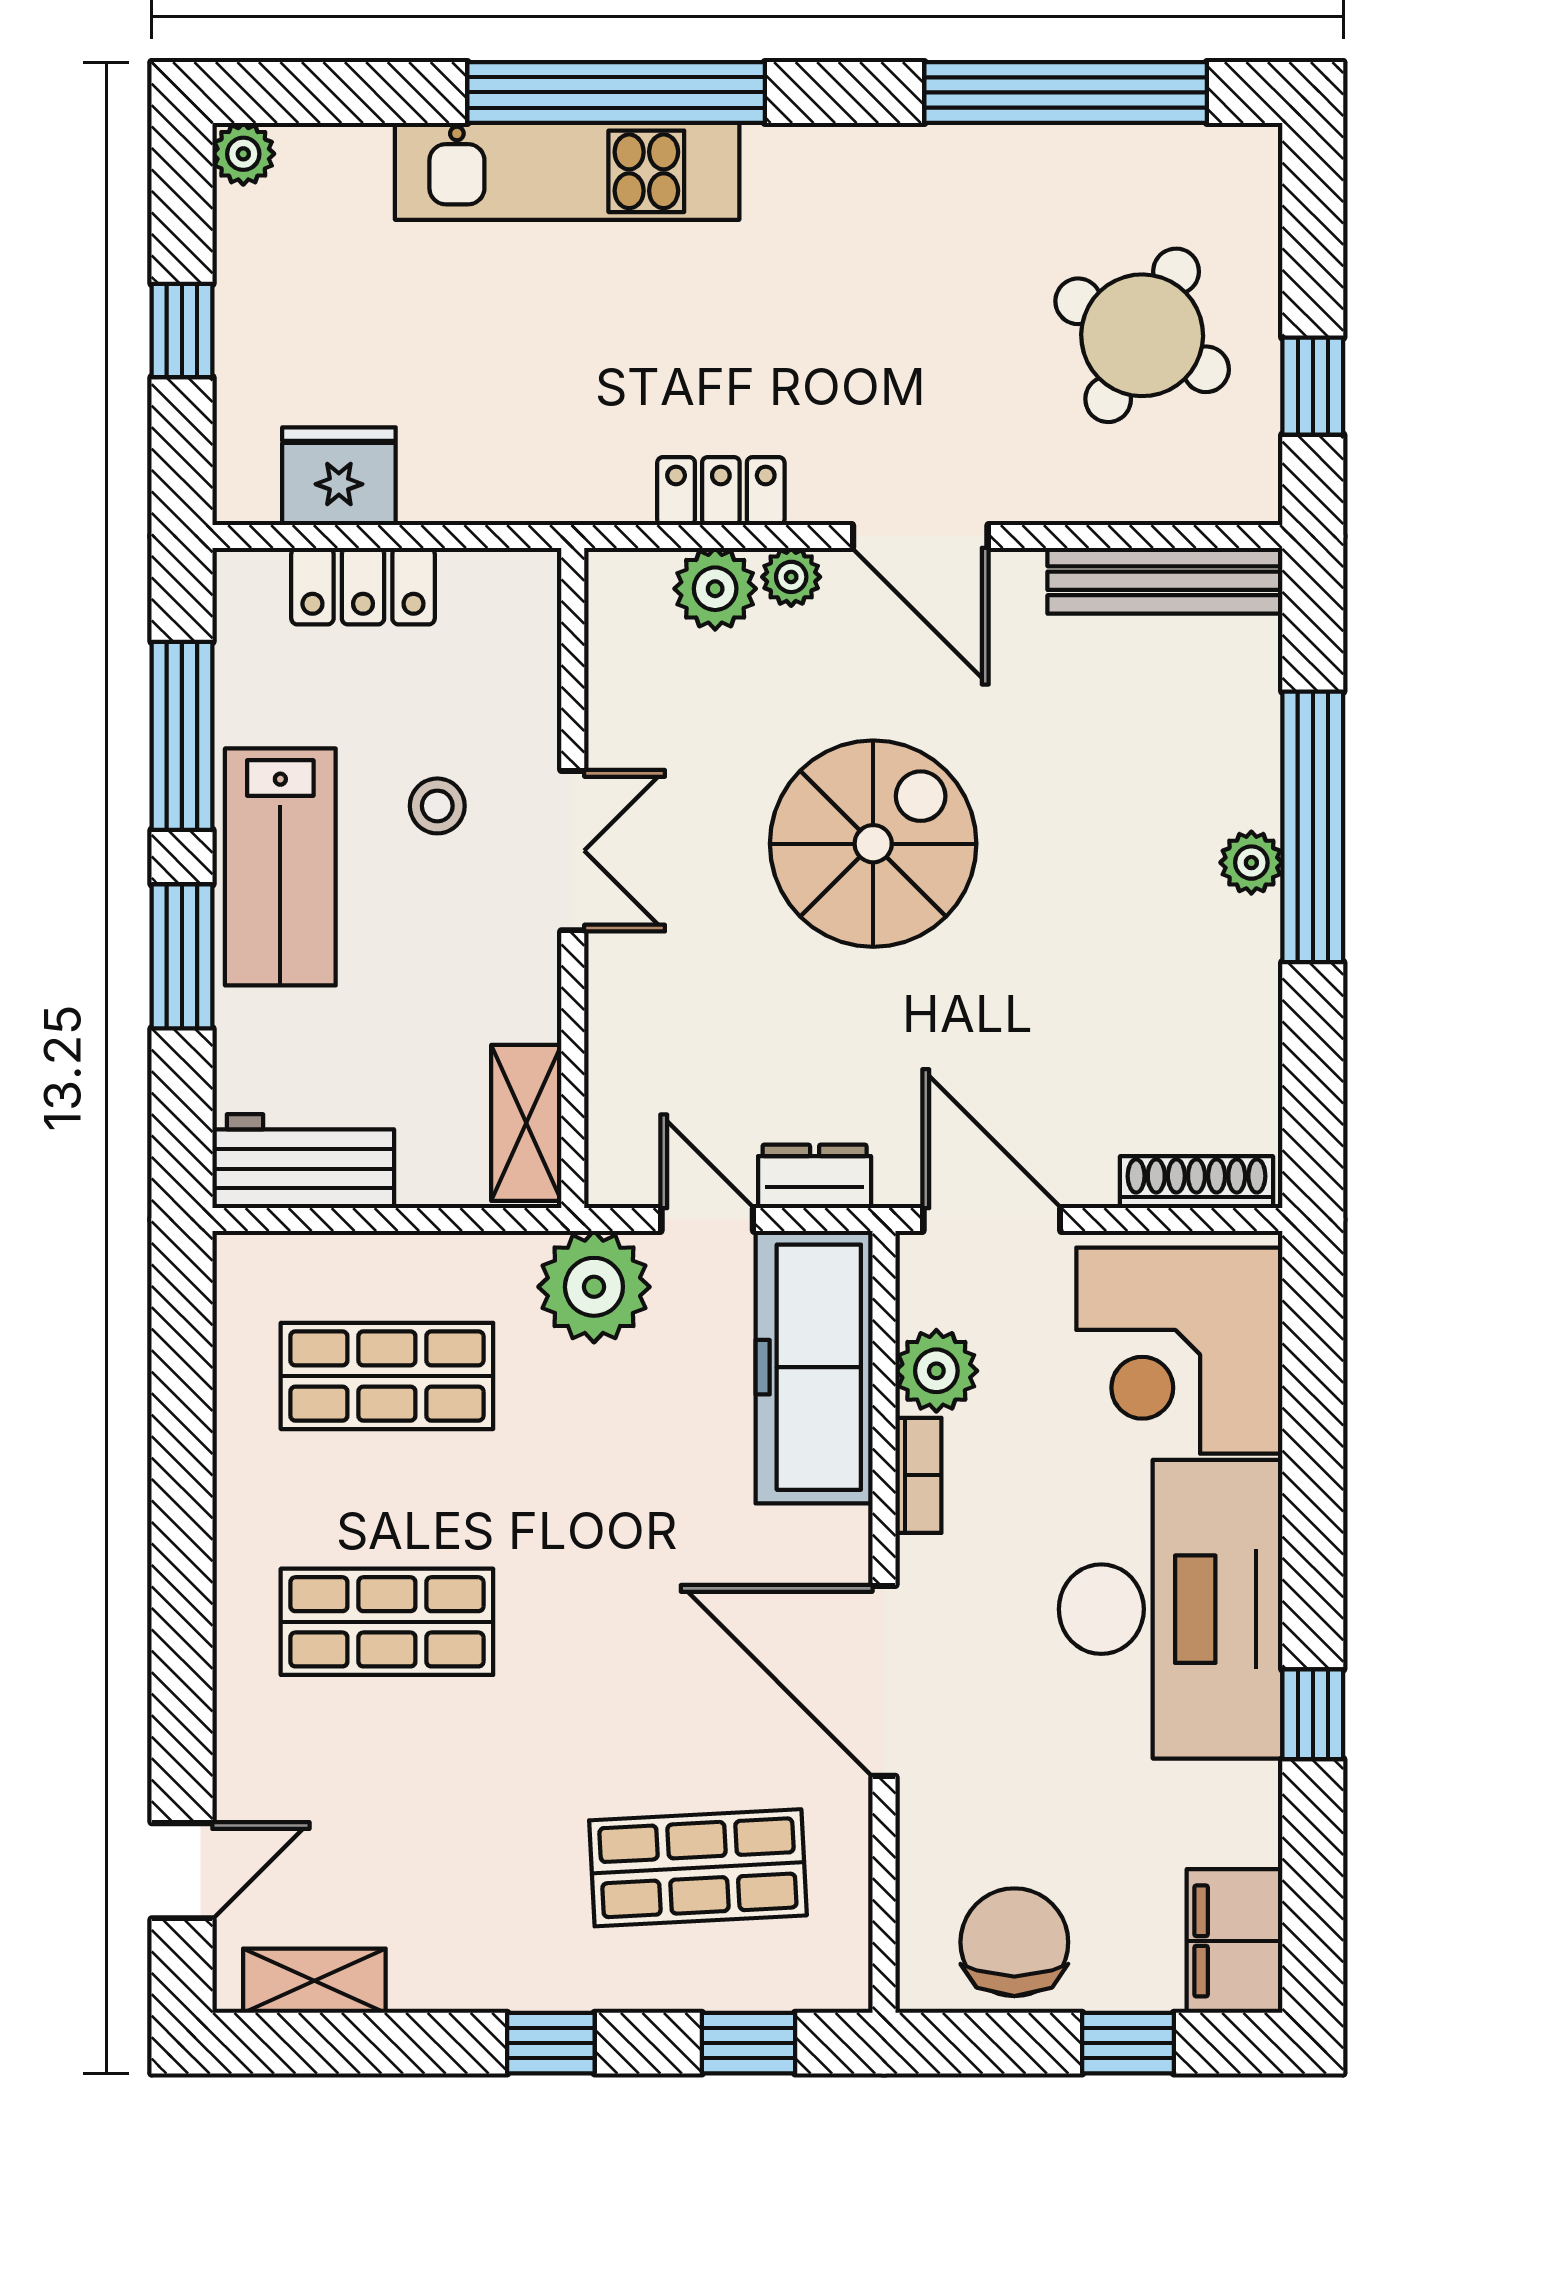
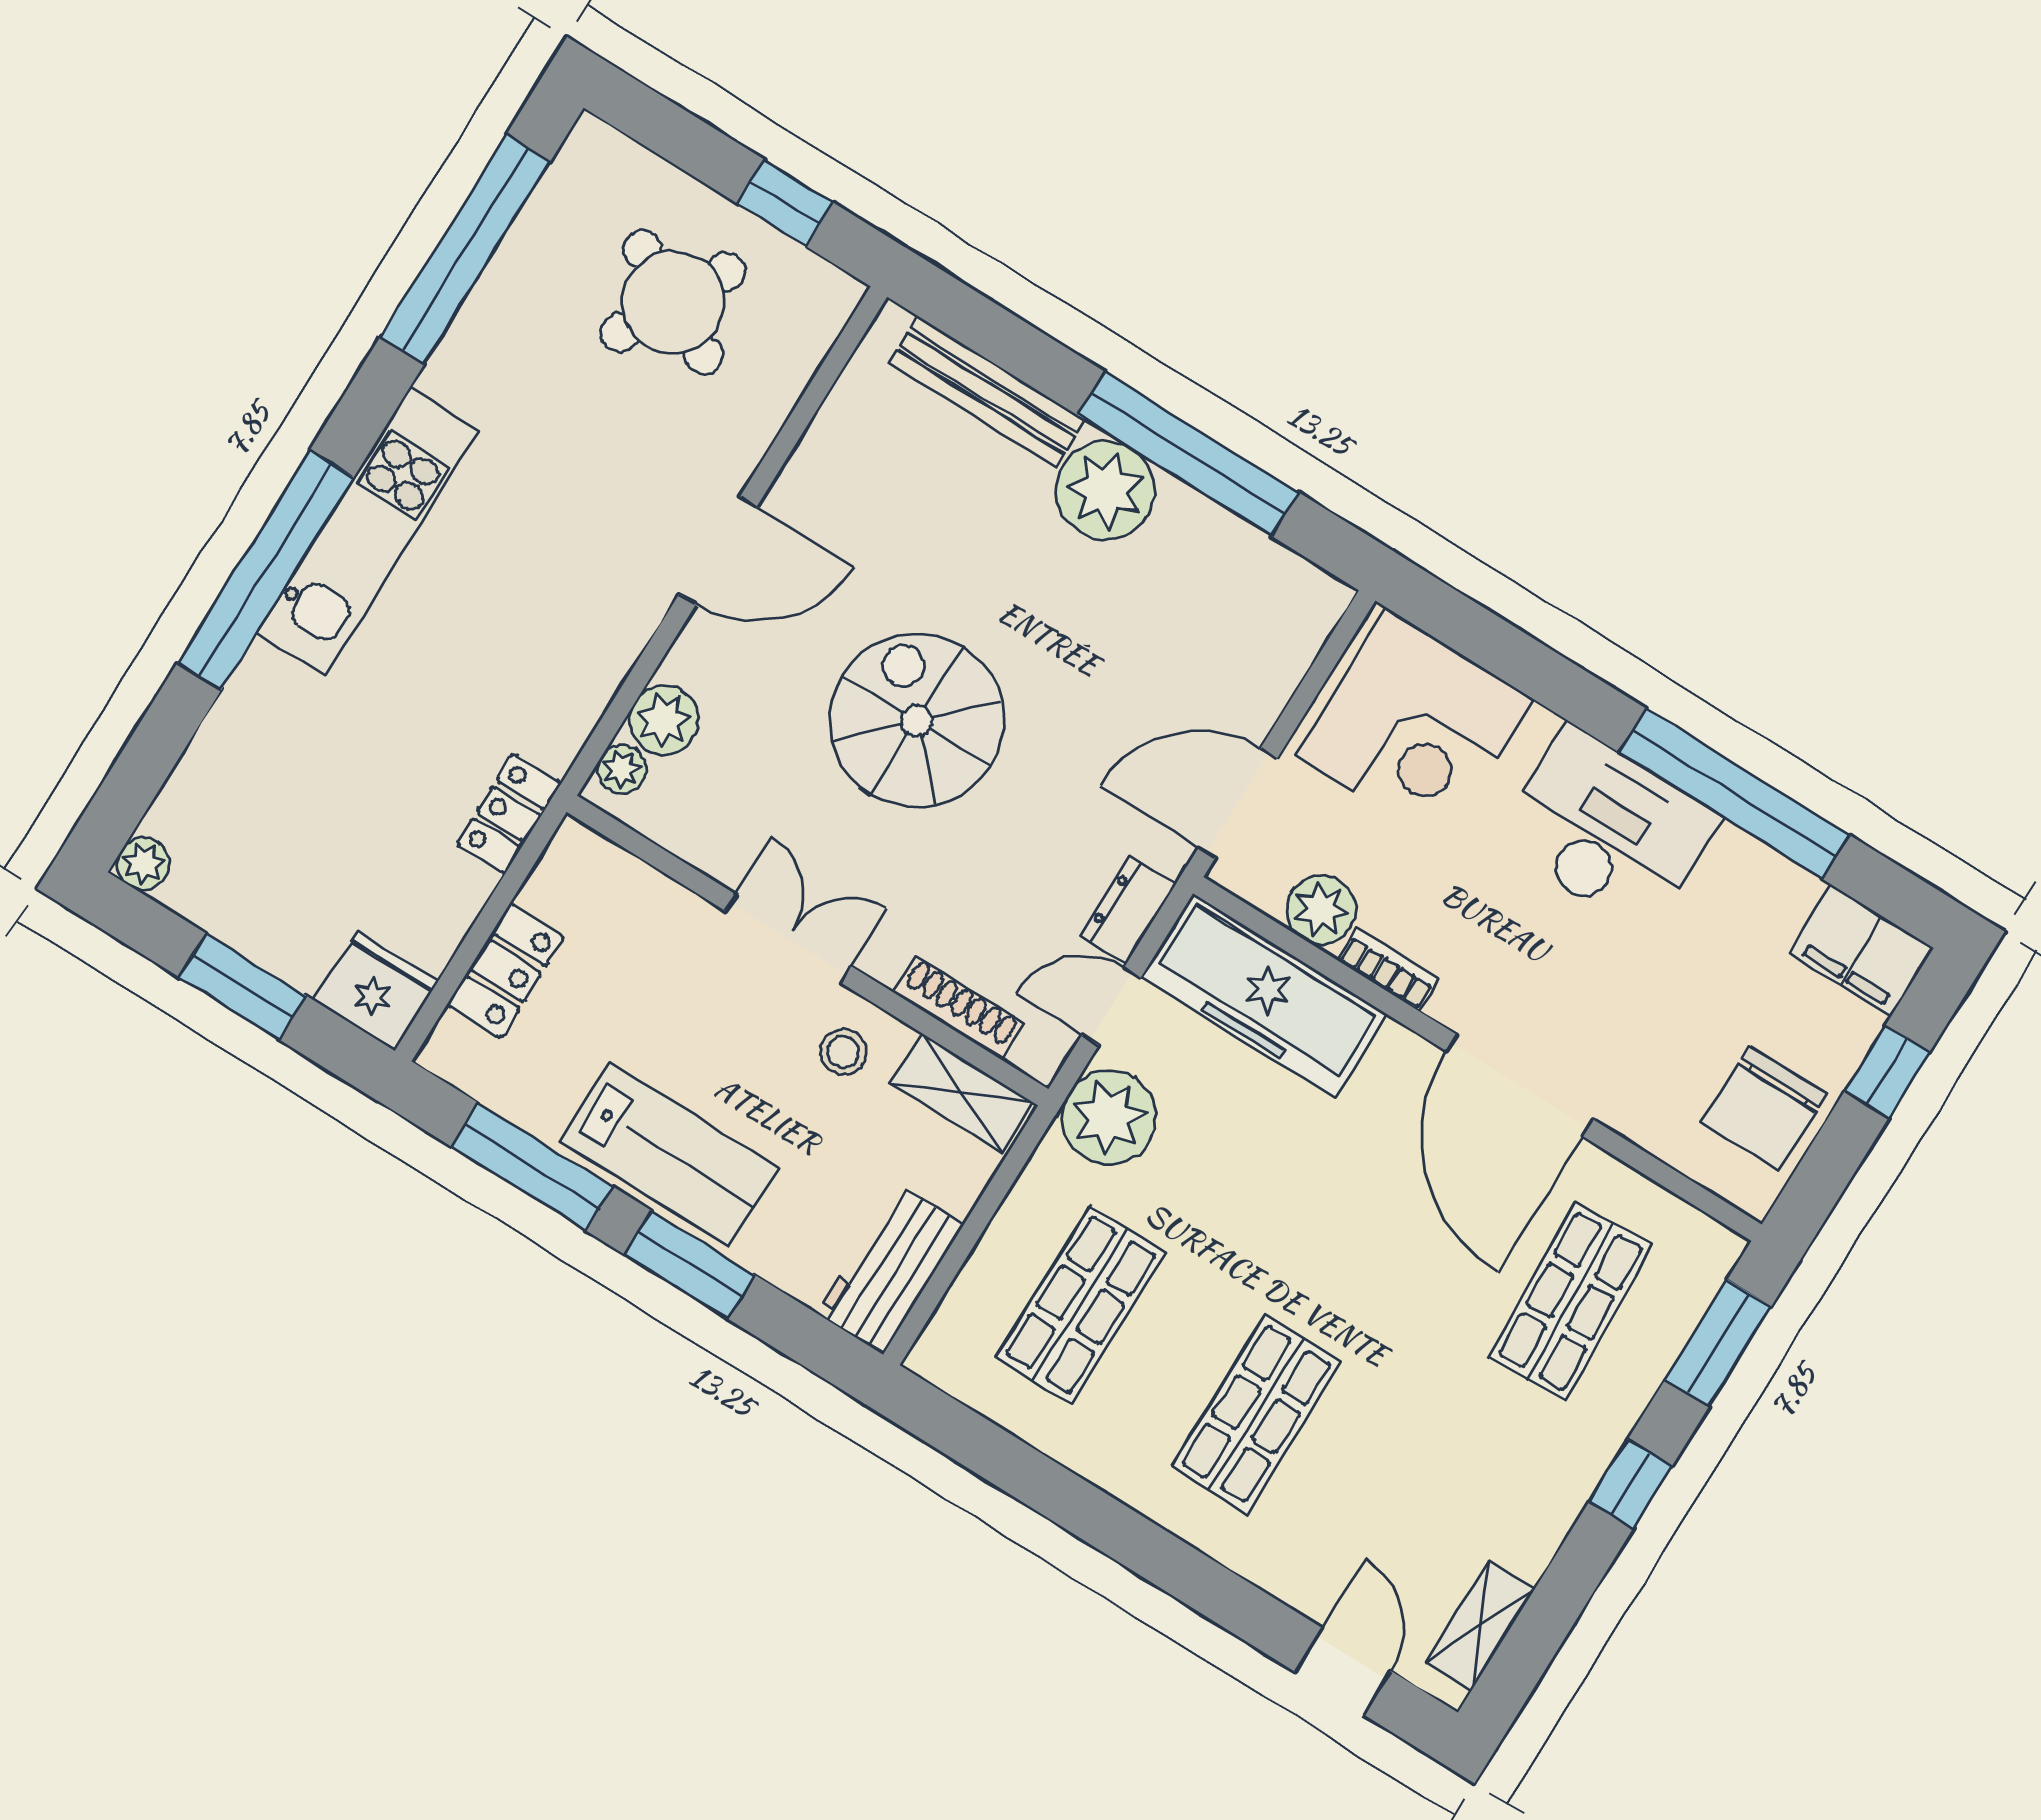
kitchen unit: (567, 171) -> (368, 532), moved
window: (182, 331) -> (242, 986), width x1.50
fridge: (339, 476) -> (376, 991), moved, turned 90
locker: (721, 491) -> (509, 814), moved
plant: (791, 577) -> (622, 769), moved
bench: (1165, 581) -> (987, 391), moved, turned 90
stool: (437, 806) -> (844, 1052), moved
window: (1313, 827) -> (1188, 454), moved
plant: (1251, 863) -> (1106, 490), width x1.88, depth x1.88
shoe rack: (1196, 1182) -> (959, 1007), moved, turned 90
desk: (1171, 1609) -> (1607, 830), width x0.73, depth x0.77
door: (884, 1681) -> (1520, 1085), hinge flipped
window: (1313, 1714) -> (1734, 794), width x3.17
chair: (1014, 1942) -> (1764, 1108), turned -90
window: (749, 2043) -> (1718, 1343), width x1.50

